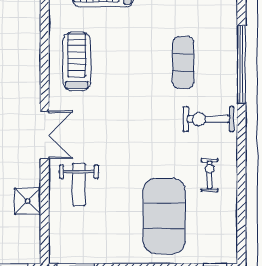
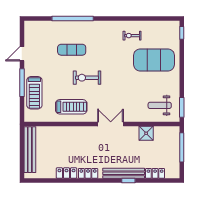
treadmill: (77, 62) -> (71, 107), turned 180
exercise bike: (208, 119) -> (87, 78), moved, turned 90
weight bench: (79, 185) -> (160, 105), moved, turned 180

